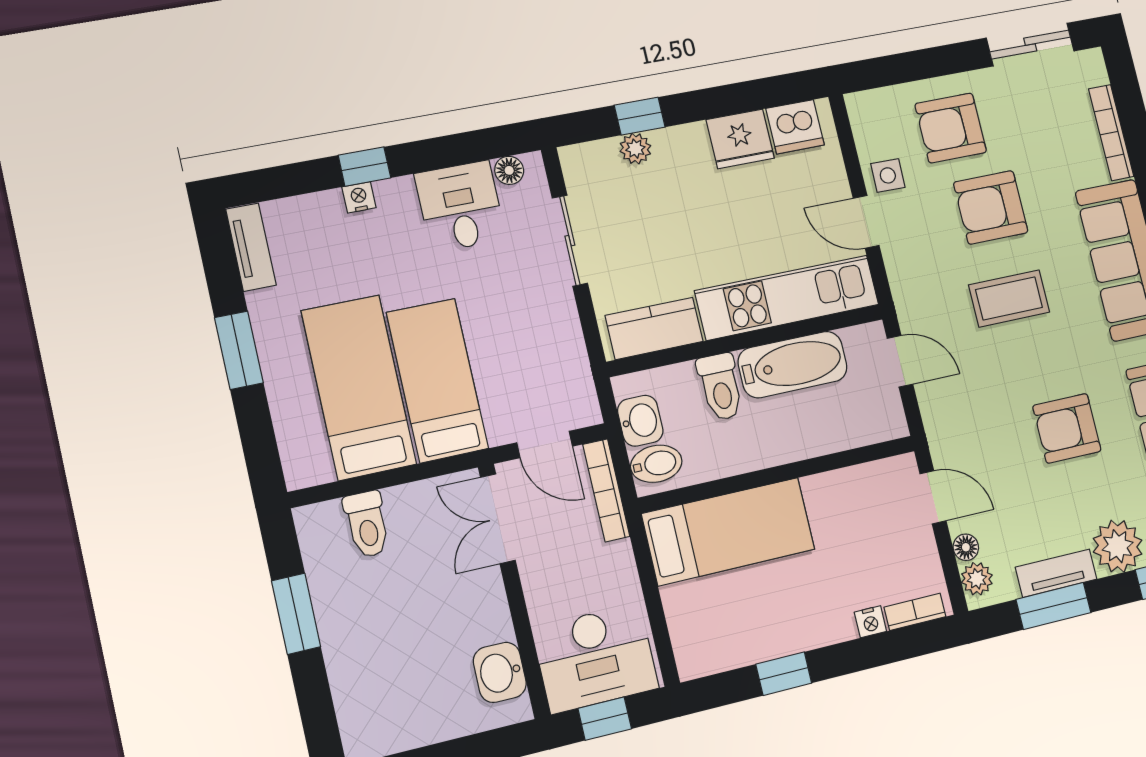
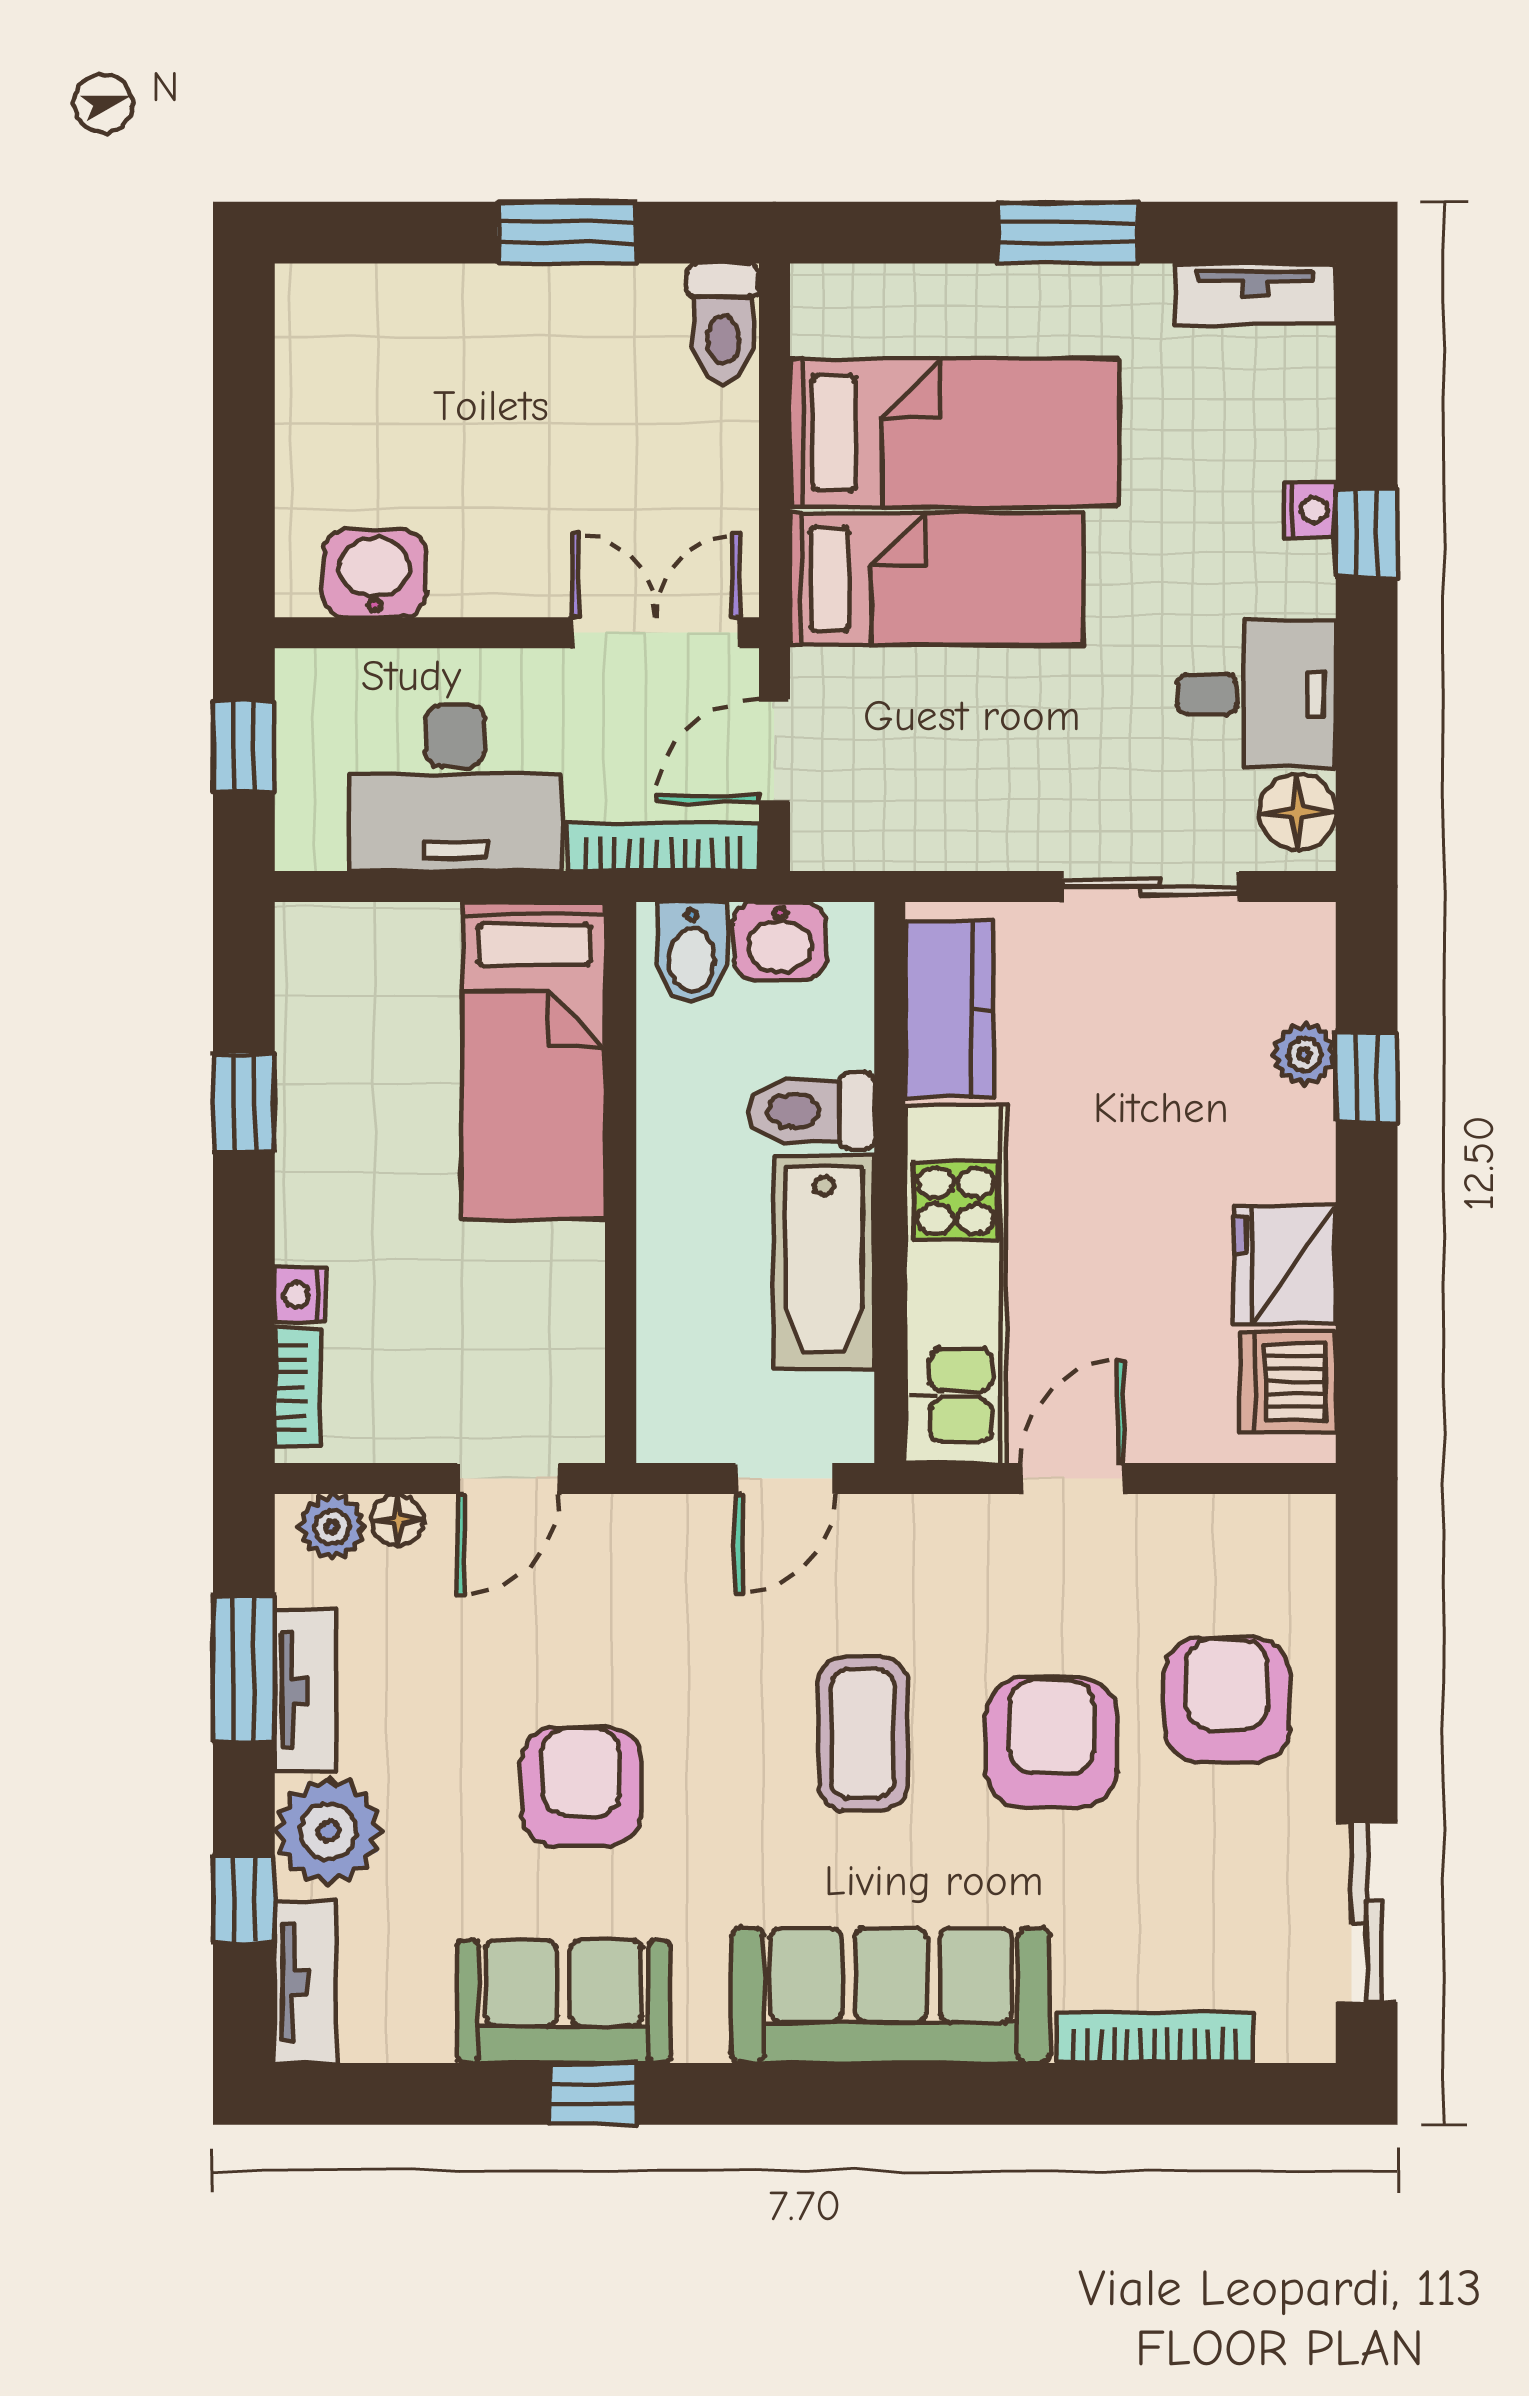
floor lamp: (509, 170) -> (1298, 812), width x1.37, depth x1.37
side table: (888, 175) -> (1156, 1546), removed
toilet: (367, 524) -> (723, 323), moved, turned -90
desk: (595, 658) -> (455, 788), moved, turned -90

